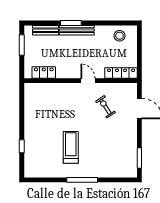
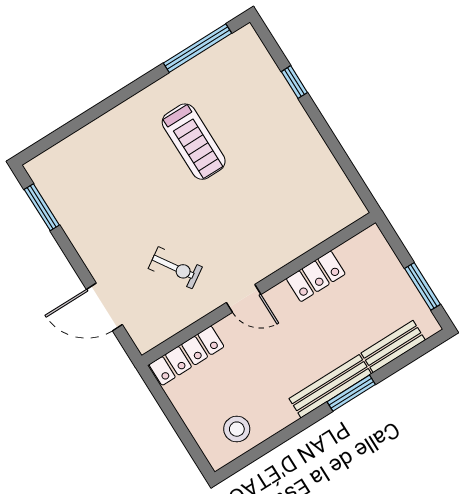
locker: (44, 72) -> (316, 276), moved
window: (82, 180) -> (197, 48), moved

